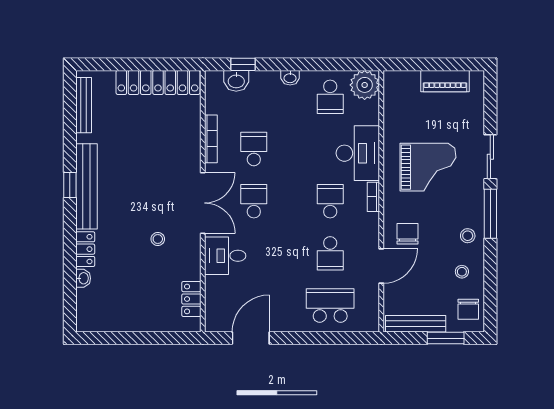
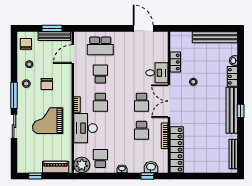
window: (451, 64) -> (35, 176), added
piano: (445, 81) -> (56, 167), moved
locker: (158, 82) -> (177, 150), moved, turned 90
chair: (408, 234) -> (47, 84), moved
door: (381, 266) -> (73, 54), moved
locker: (191, 299) -> (175, 62), moved
bench: (118, 322) -> (215, 37), added
door: (251, 338) -> (143, 28), swing flipped
window: (446, 338) -> (52, 28), moved

